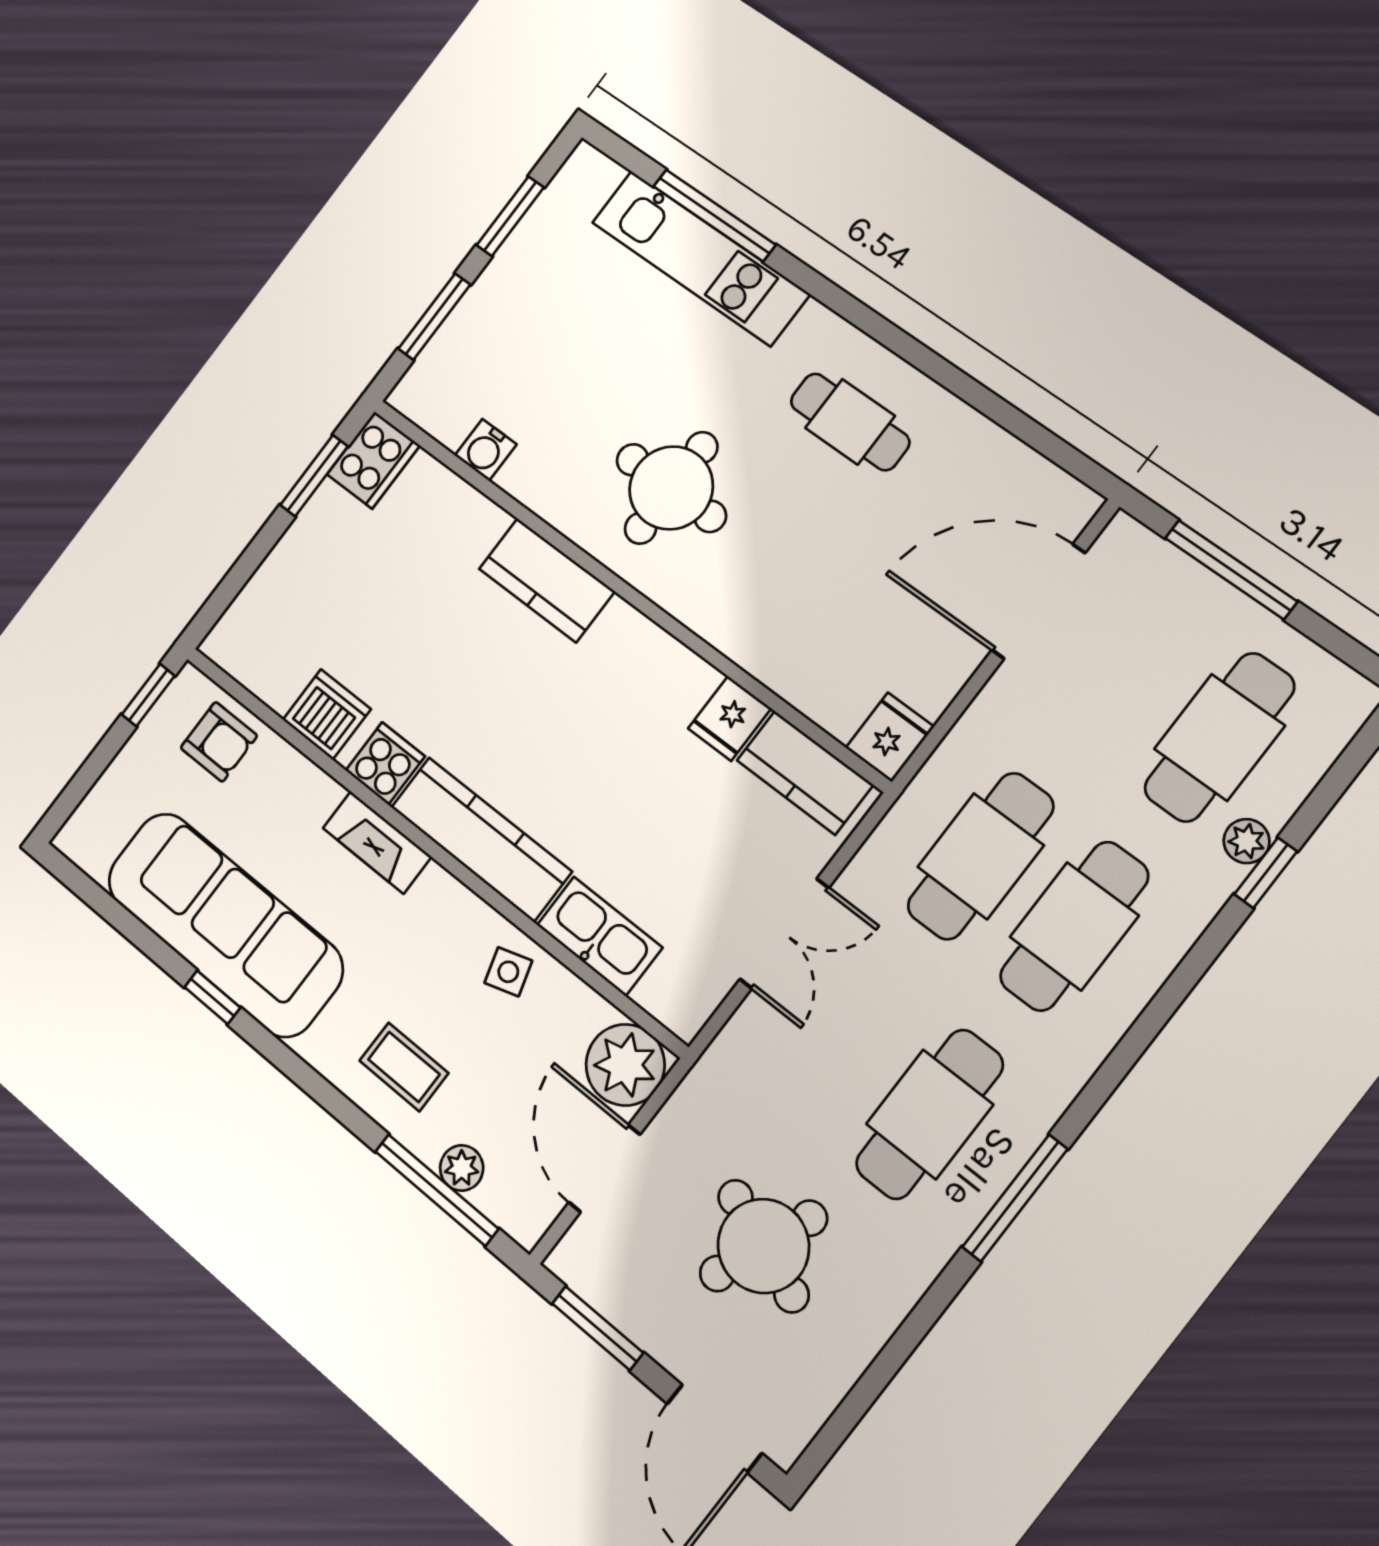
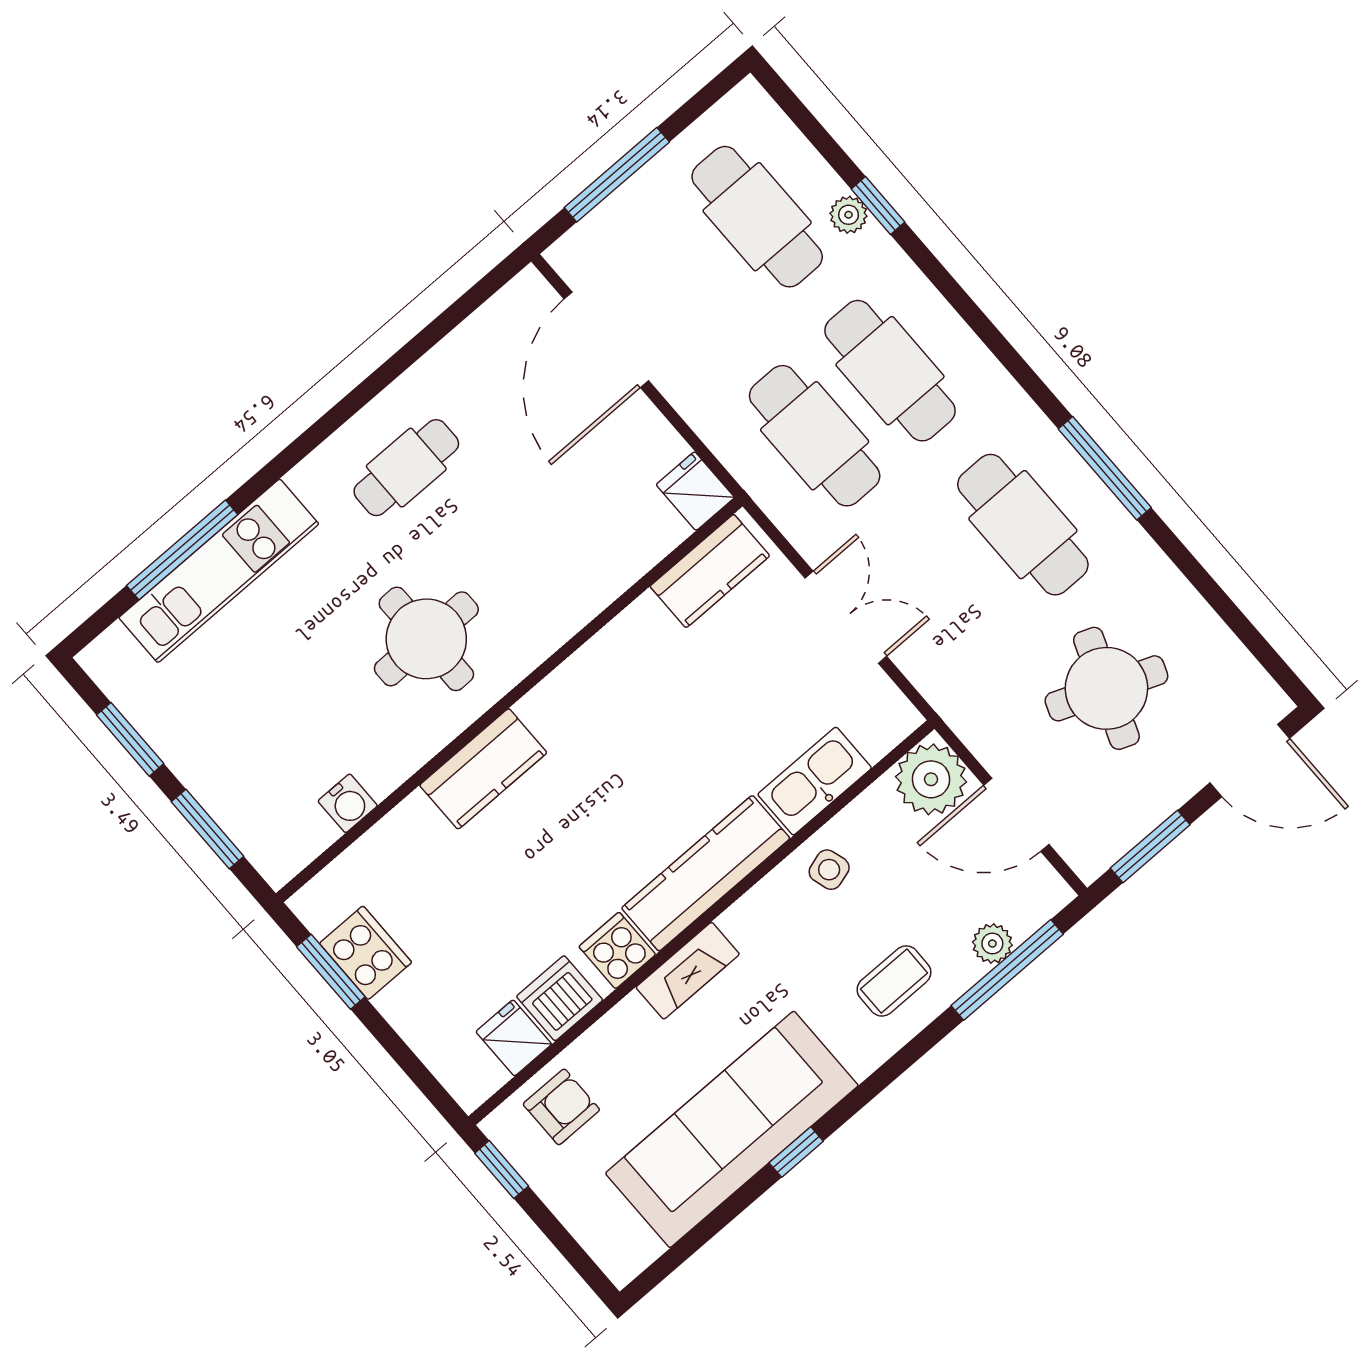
cooker: (373, 460) -> (366, 953), moved
fridge: (730, 718) -> (514, 1038), moved, turned 180

